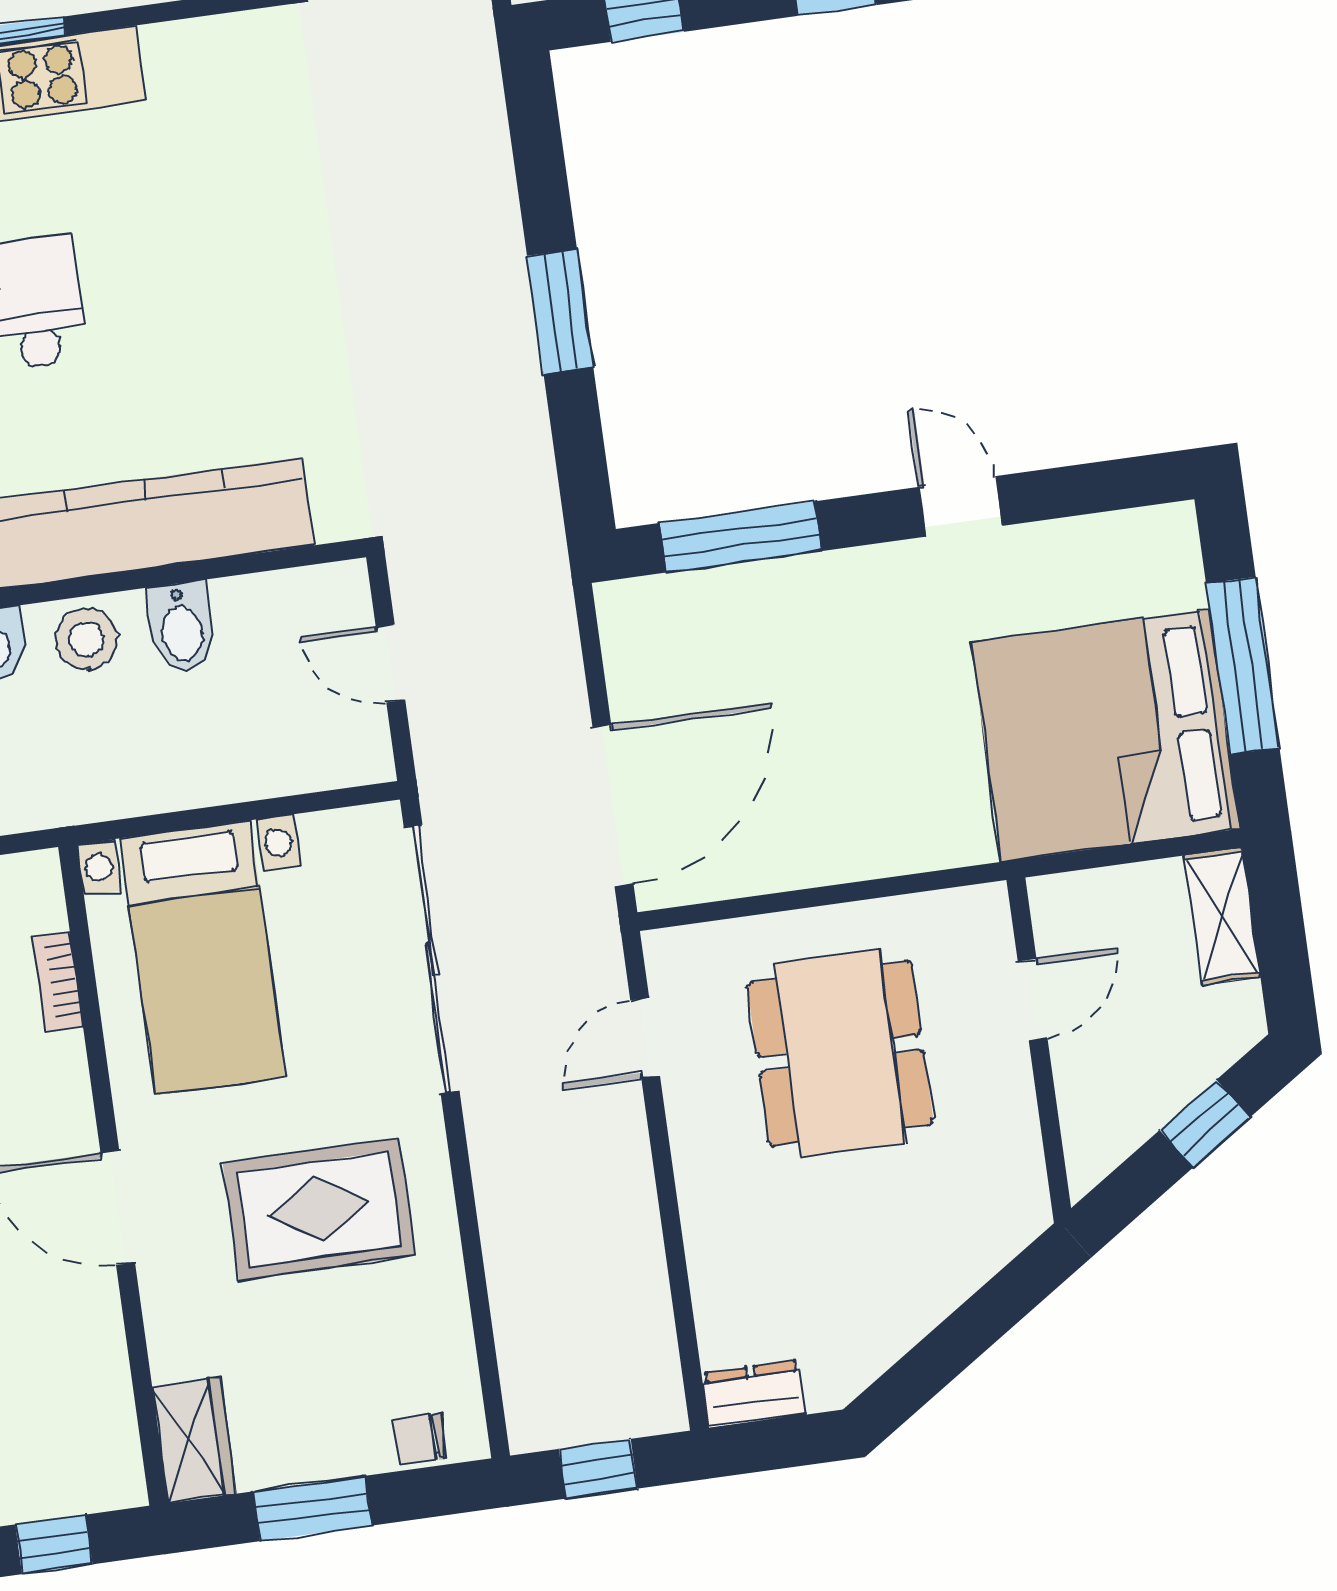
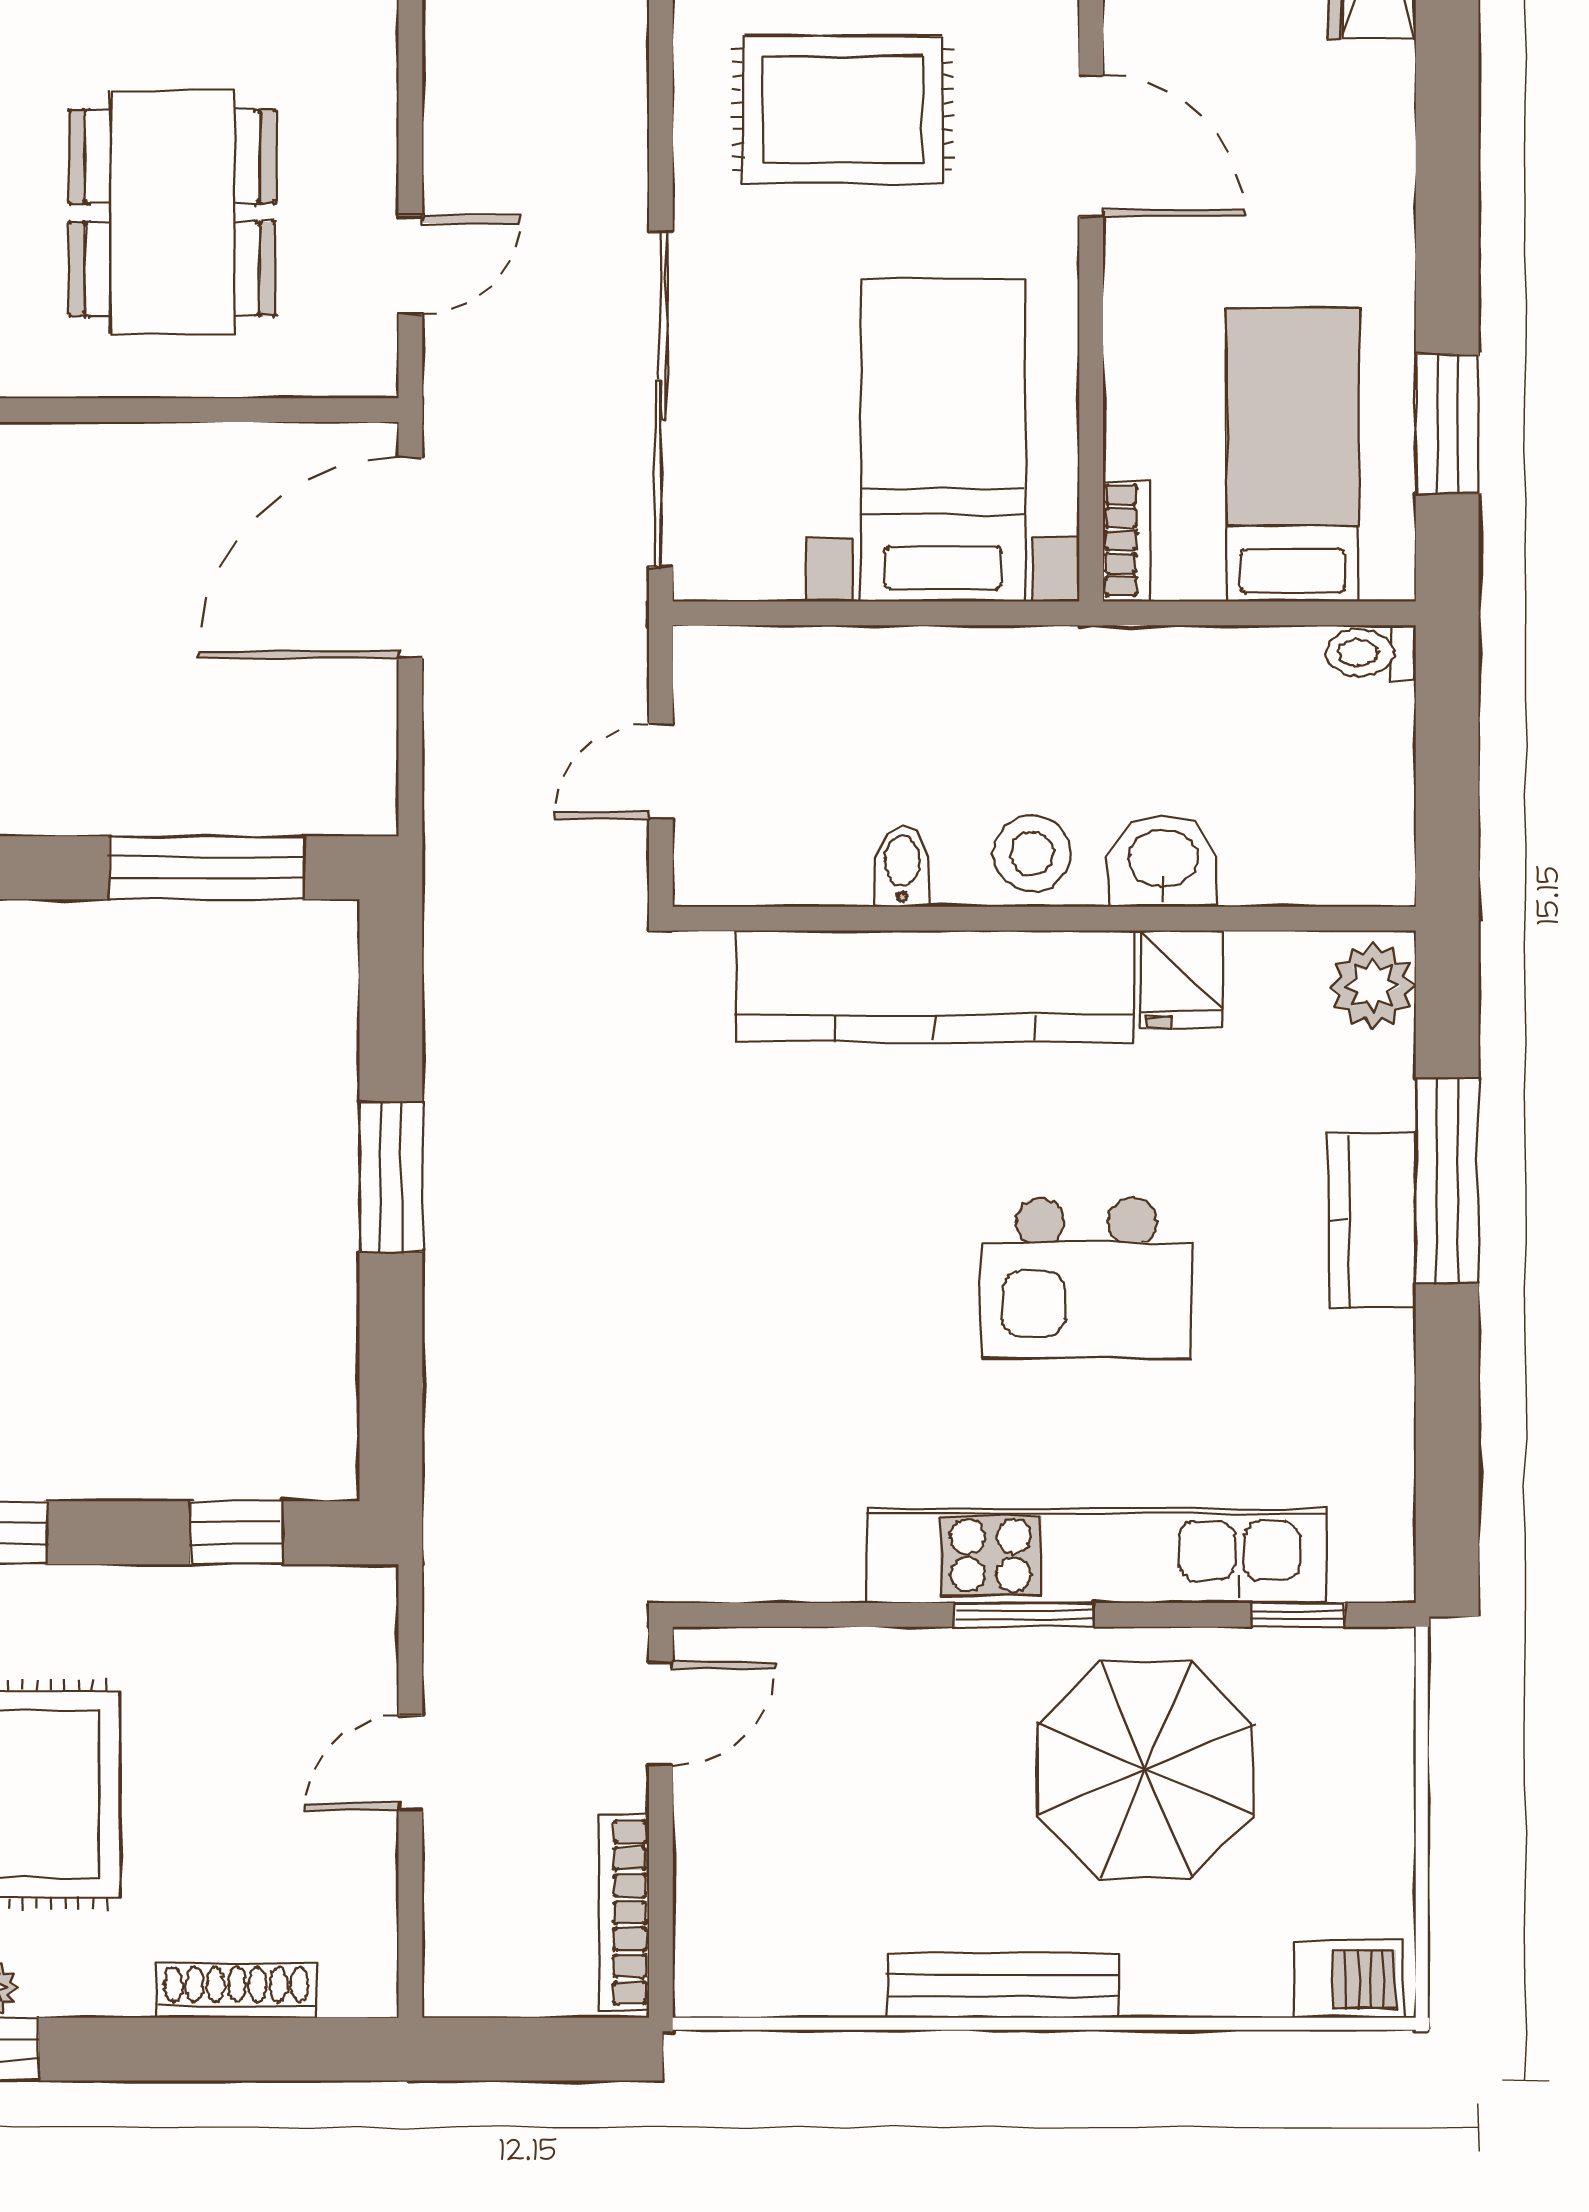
bidet: (182, 627) -> (902, 867), width x0.72, depth x0.74
door: (391, 663) -> (661, 772), swing flipped
bookcase: (57, 981) -> (1127, 540), moved

